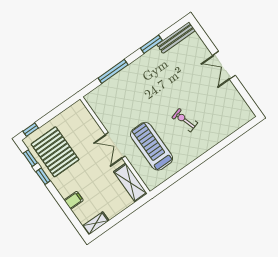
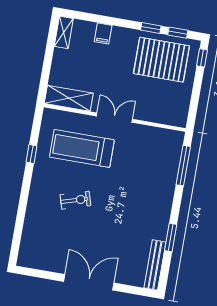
double door: (224, 65) -> (89, 282), width x1.37
window: (113, 71) -> (183, 166), moved
treadmill: (152, 146) -> (82, 148), turned 180
window: (184, 172) -> (32, 154), added

